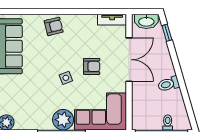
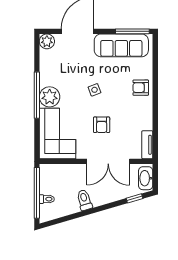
armchair: (54, 26) -> (141, 88), turned 104
side table: (66, 78) -> (94, 90), moved

